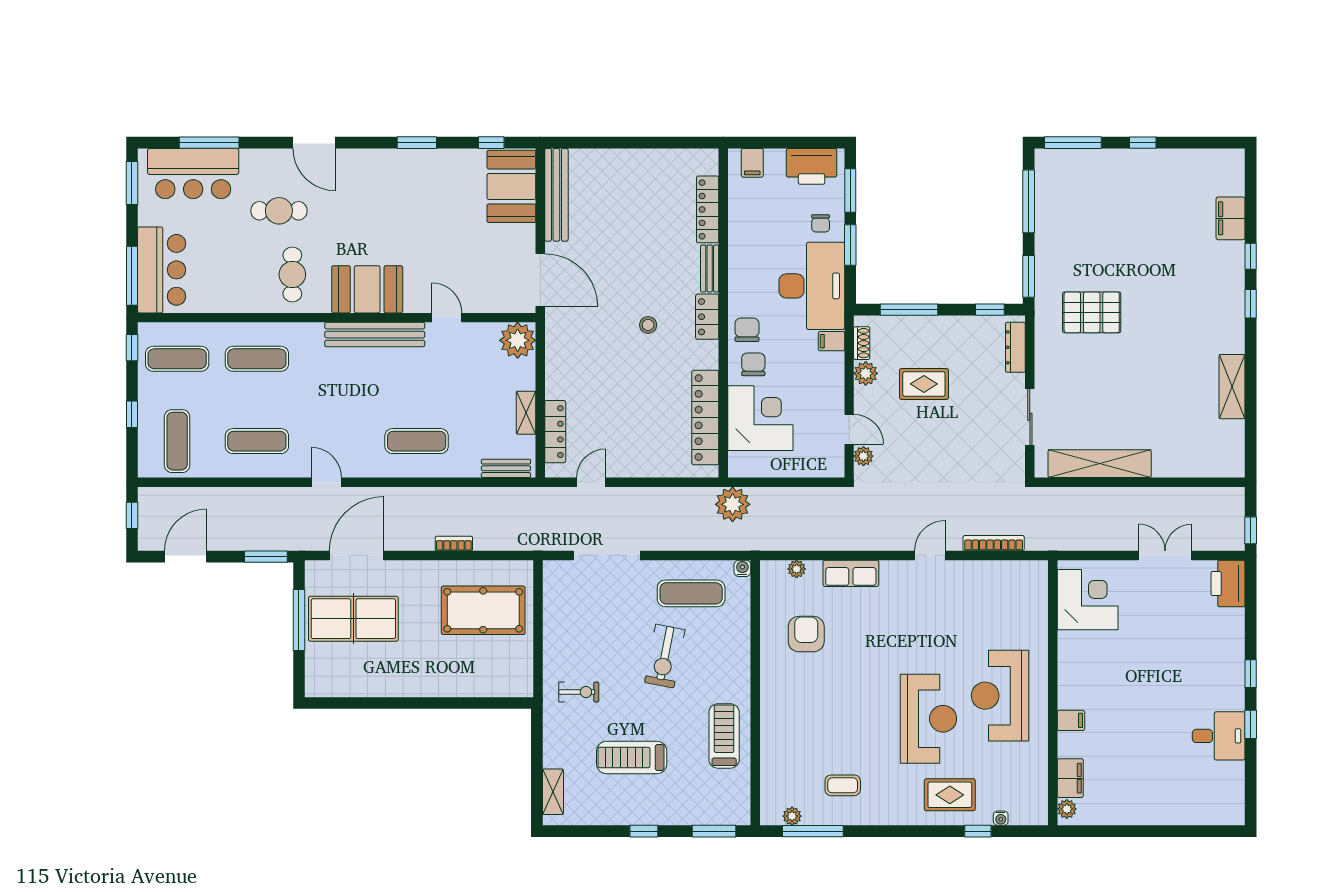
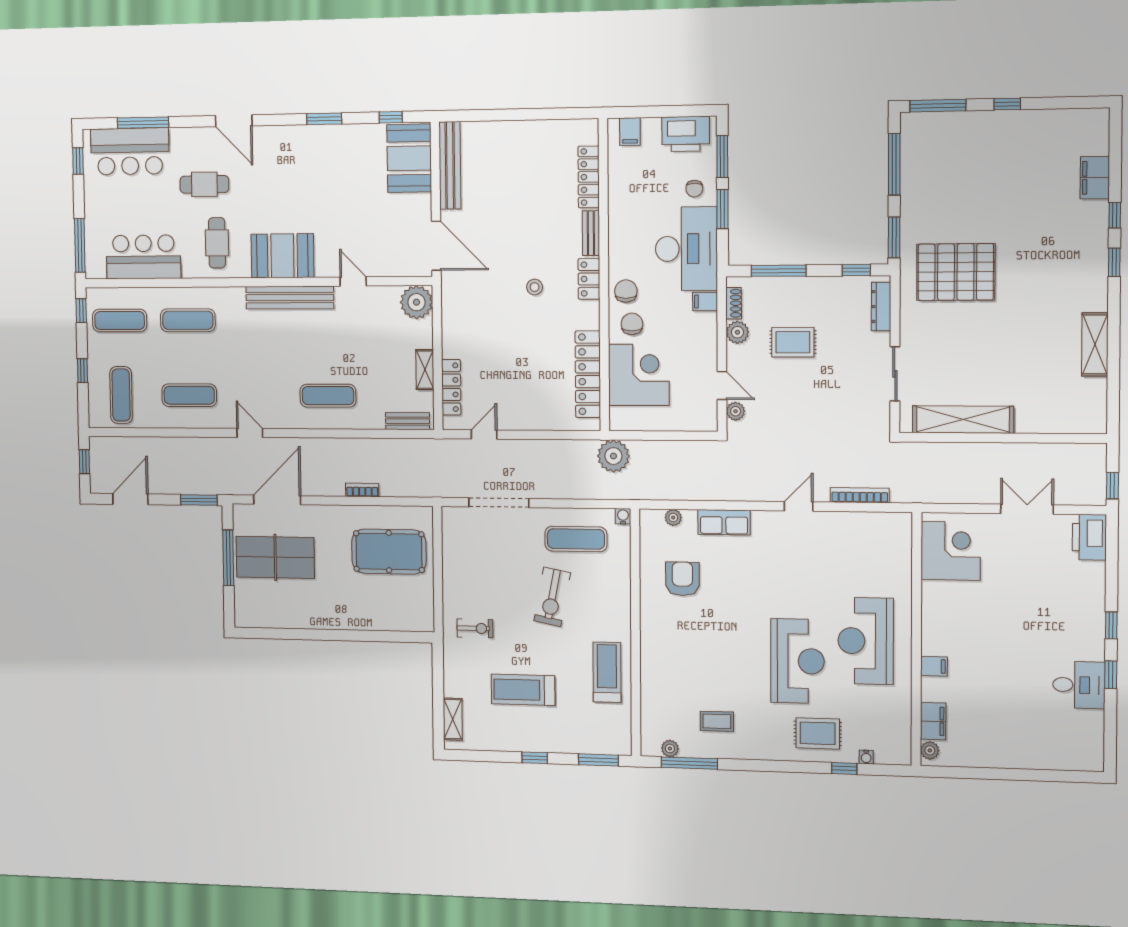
window: (132, 183) -> (78, 161), width x0.67
bar counter: (162, 270) -> (143, 257), moved, turned -90
pallet: (1092, 312) -> (956, 272), width x1.37, depth x1.41

